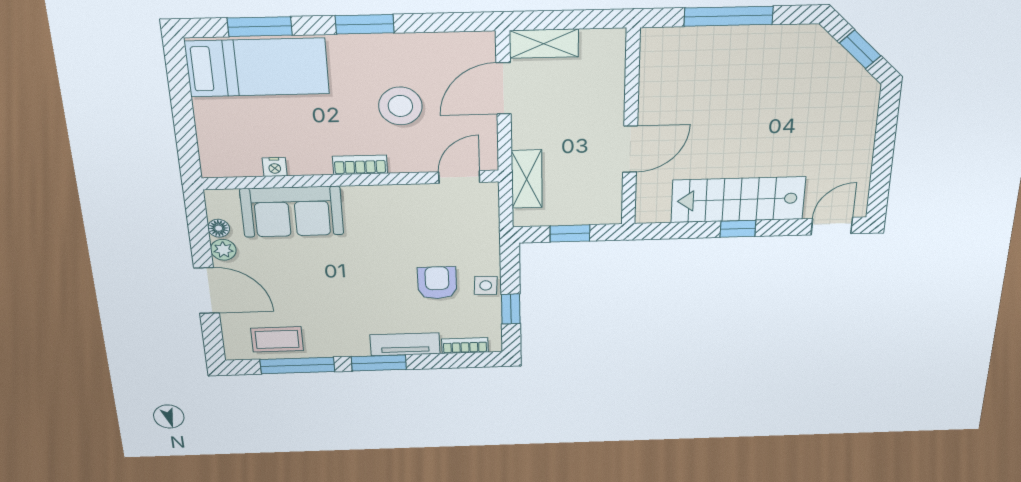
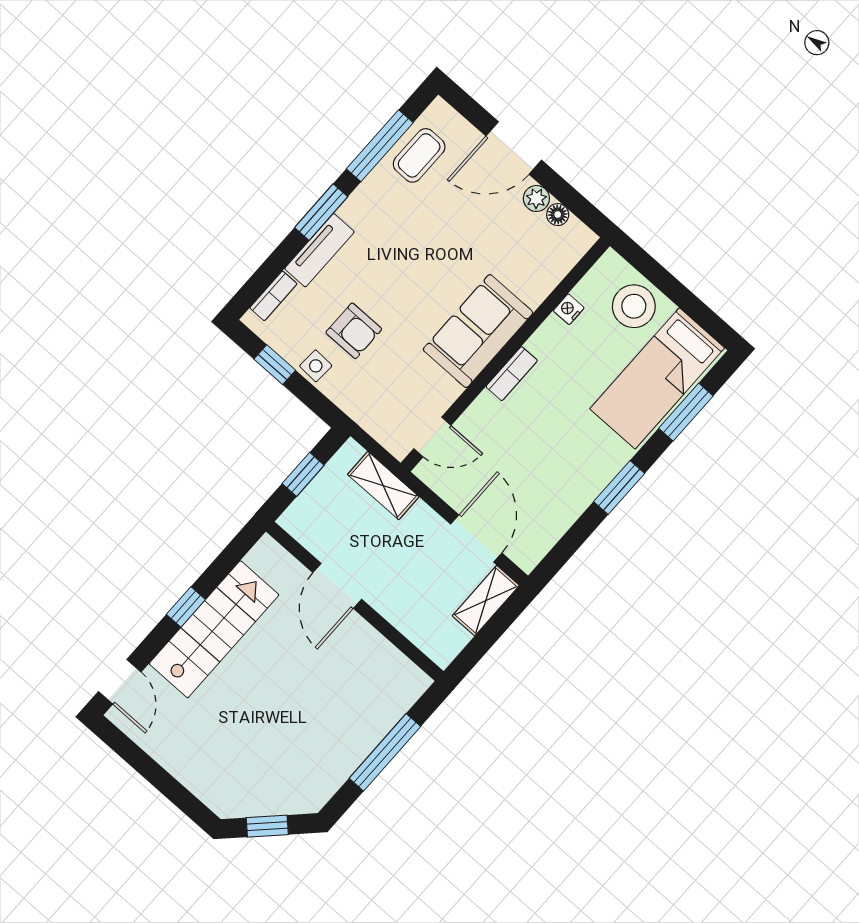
stool: (400, 106) -> (634, 306), moved
door: (459, 177) -> (432, 437), hinge flipped
sofa: (292, 212) -> (478, 331), moved

